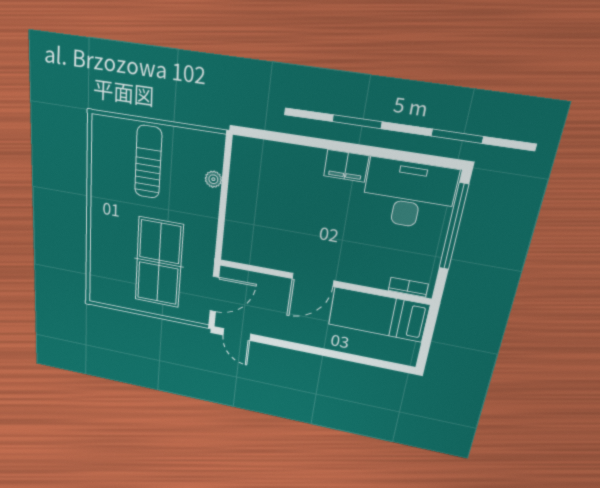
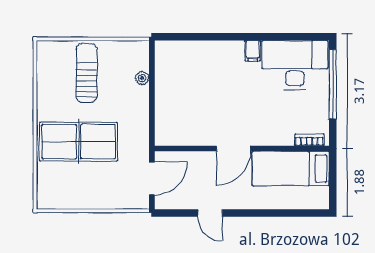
filing cabinet: (346, 166) -> (253, 51), width x0.50
table tennis table: (159, 263) -> (79, 142), moved, turned 90
door: (237, 335) -> (210, 213), moved

